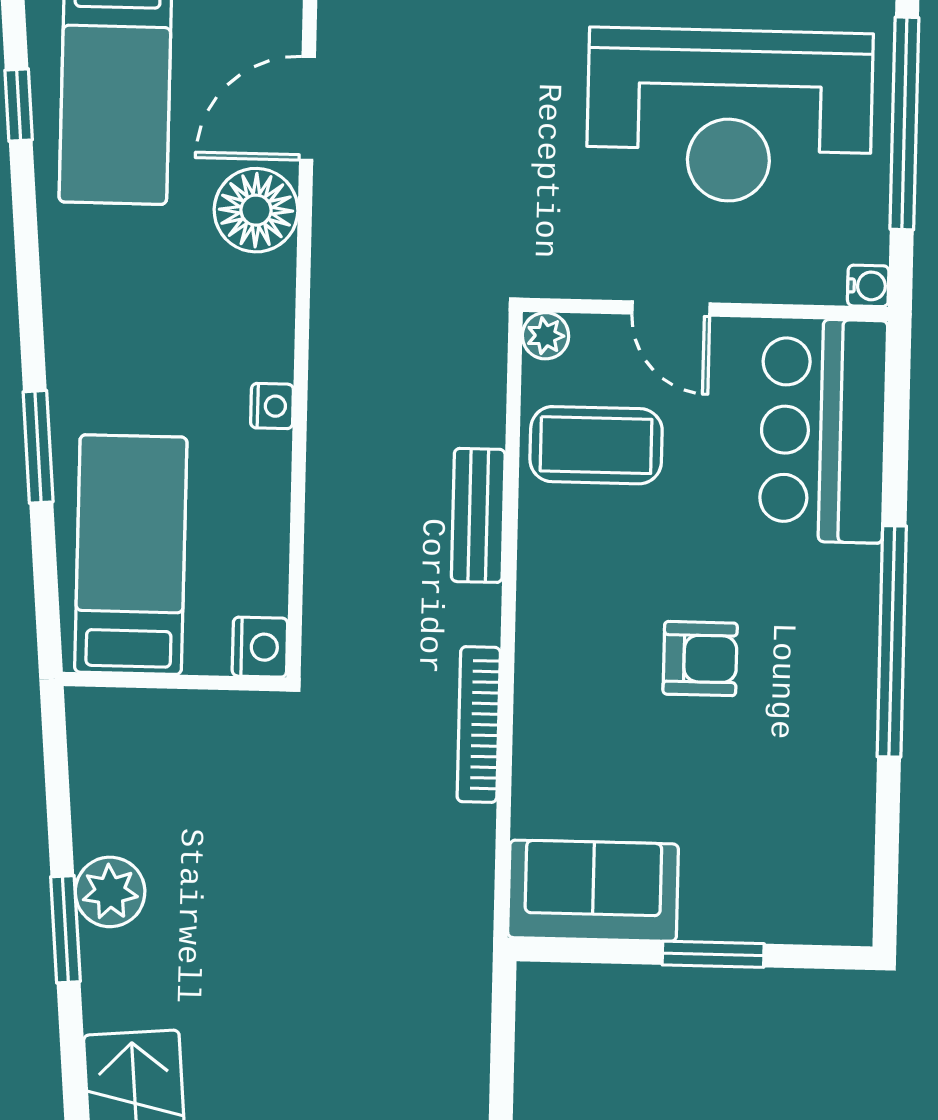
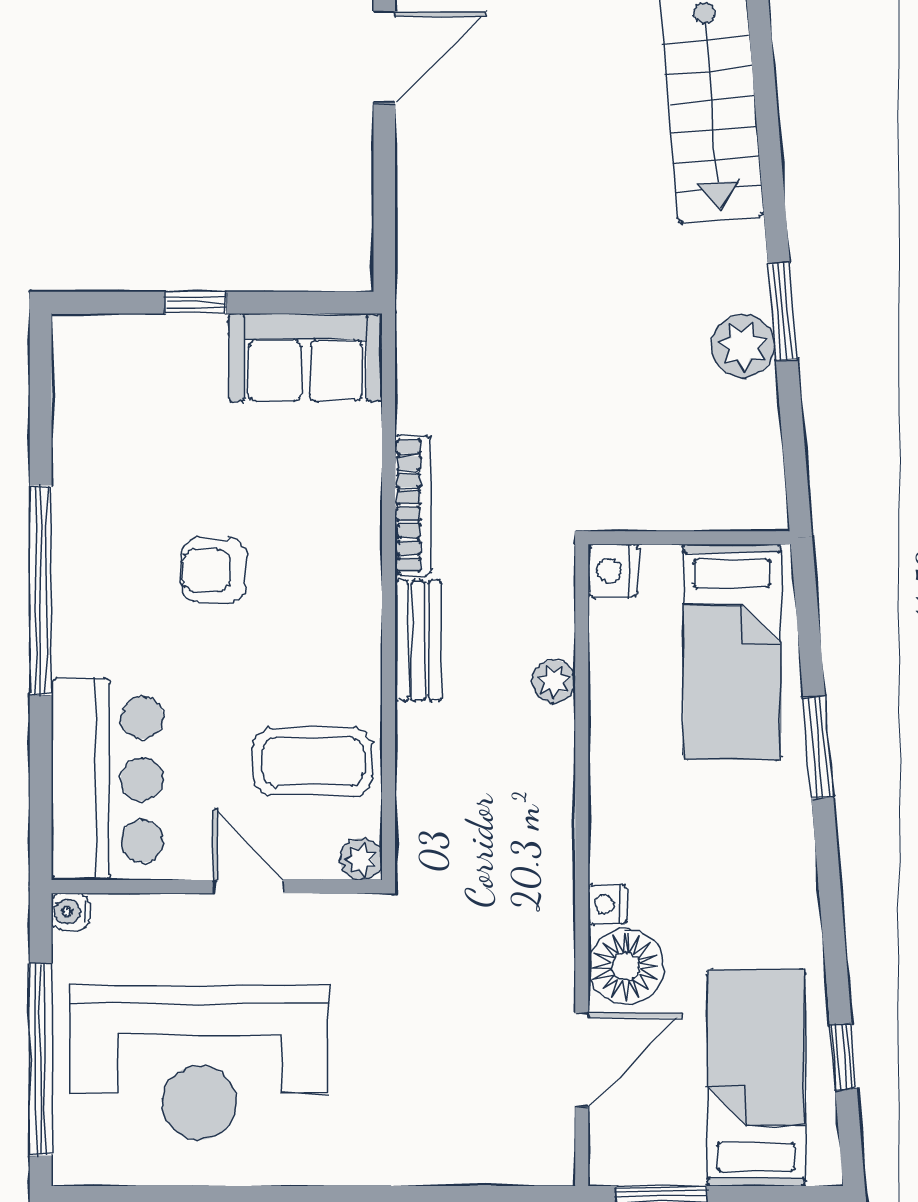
reception desk: (729, 116) -> (199, 1063), turned 180
nightstand: (272, 406) -> (607, 904), moved
bench: (478, 515) -> (418, 640), moved
plant: (328, 527) -> (554, 681), added
window: (713, 954) -> (196, 303), width x0.67

